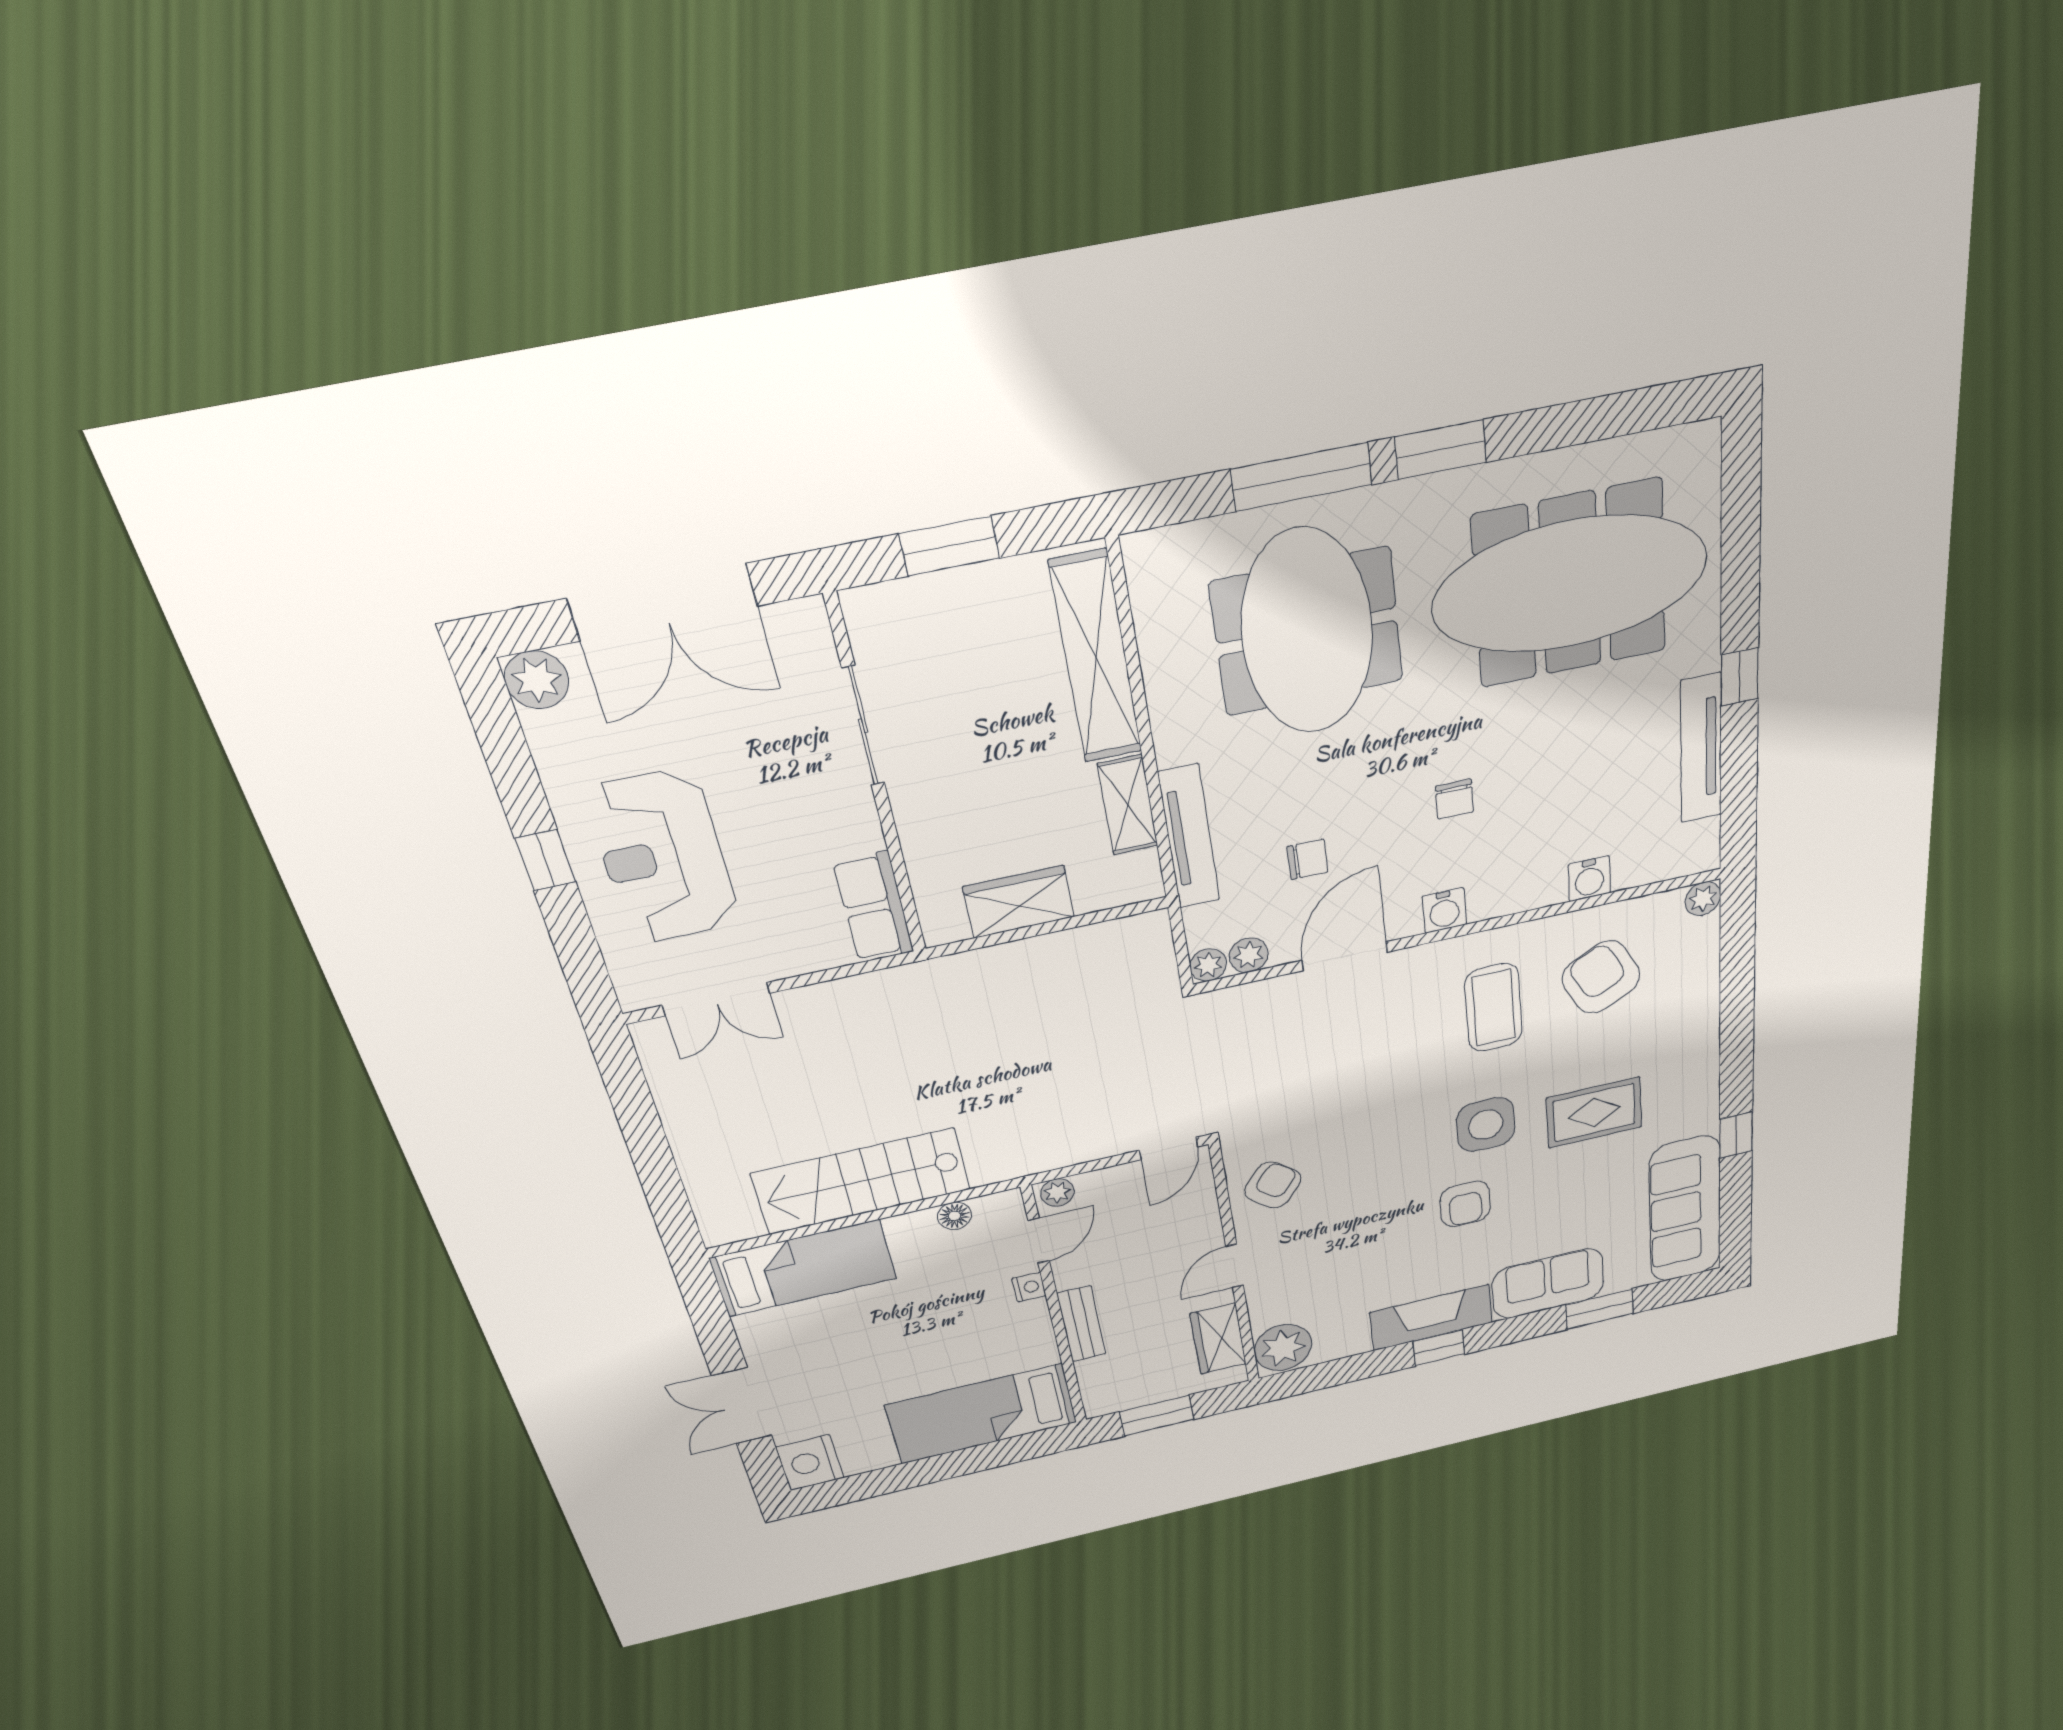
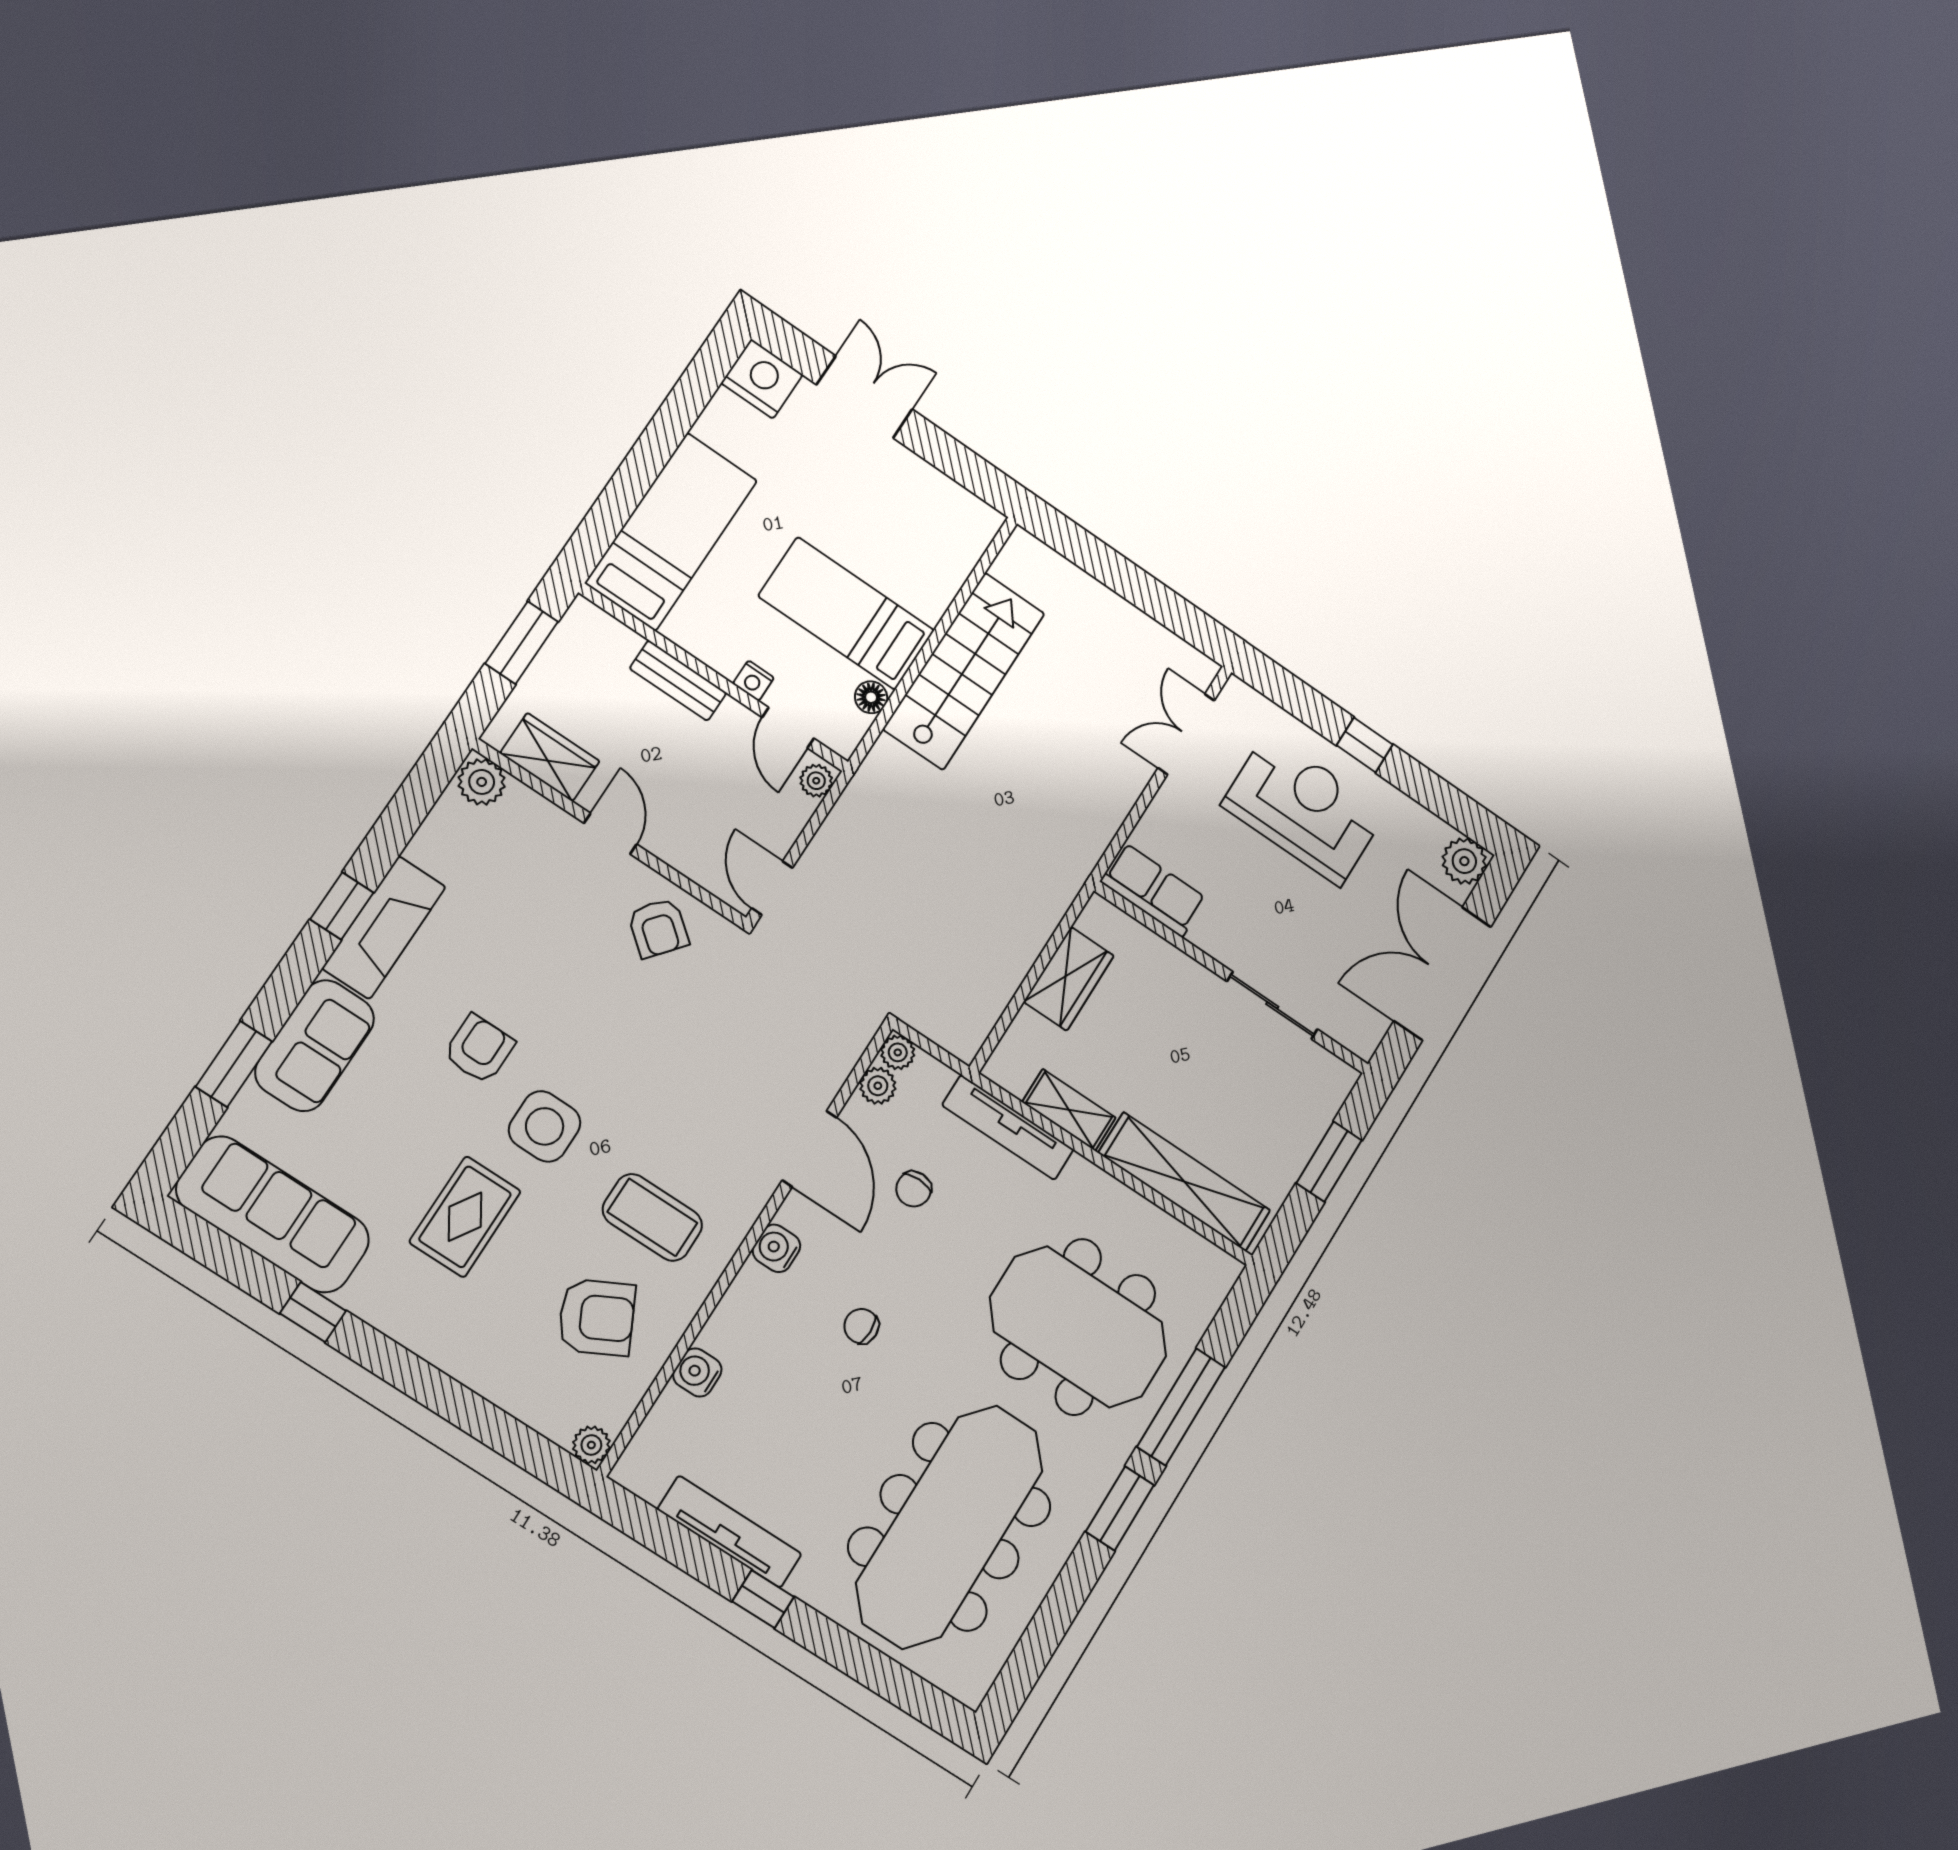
armchair: (1465, 1204) -> (479, 1049), turned 90
bed: (804, 1268) -> (846, 613), moved, turned 90
plant: (1283, 1348) -> (482, 782), width x0.73, depth x0.73

